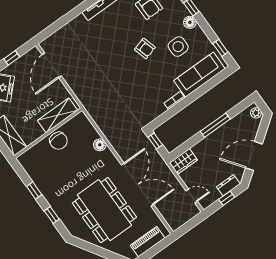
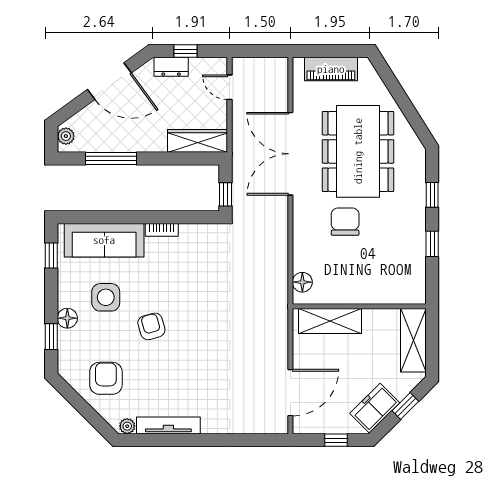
window: (215, 125) -> (111, 158), moved
chair: (58, 141) -> (345, 222), moved
floor lamp: (100, 145) -> (302, 282), moved
wardrobe: (183, 161) -> (198, 141), width x1.50

